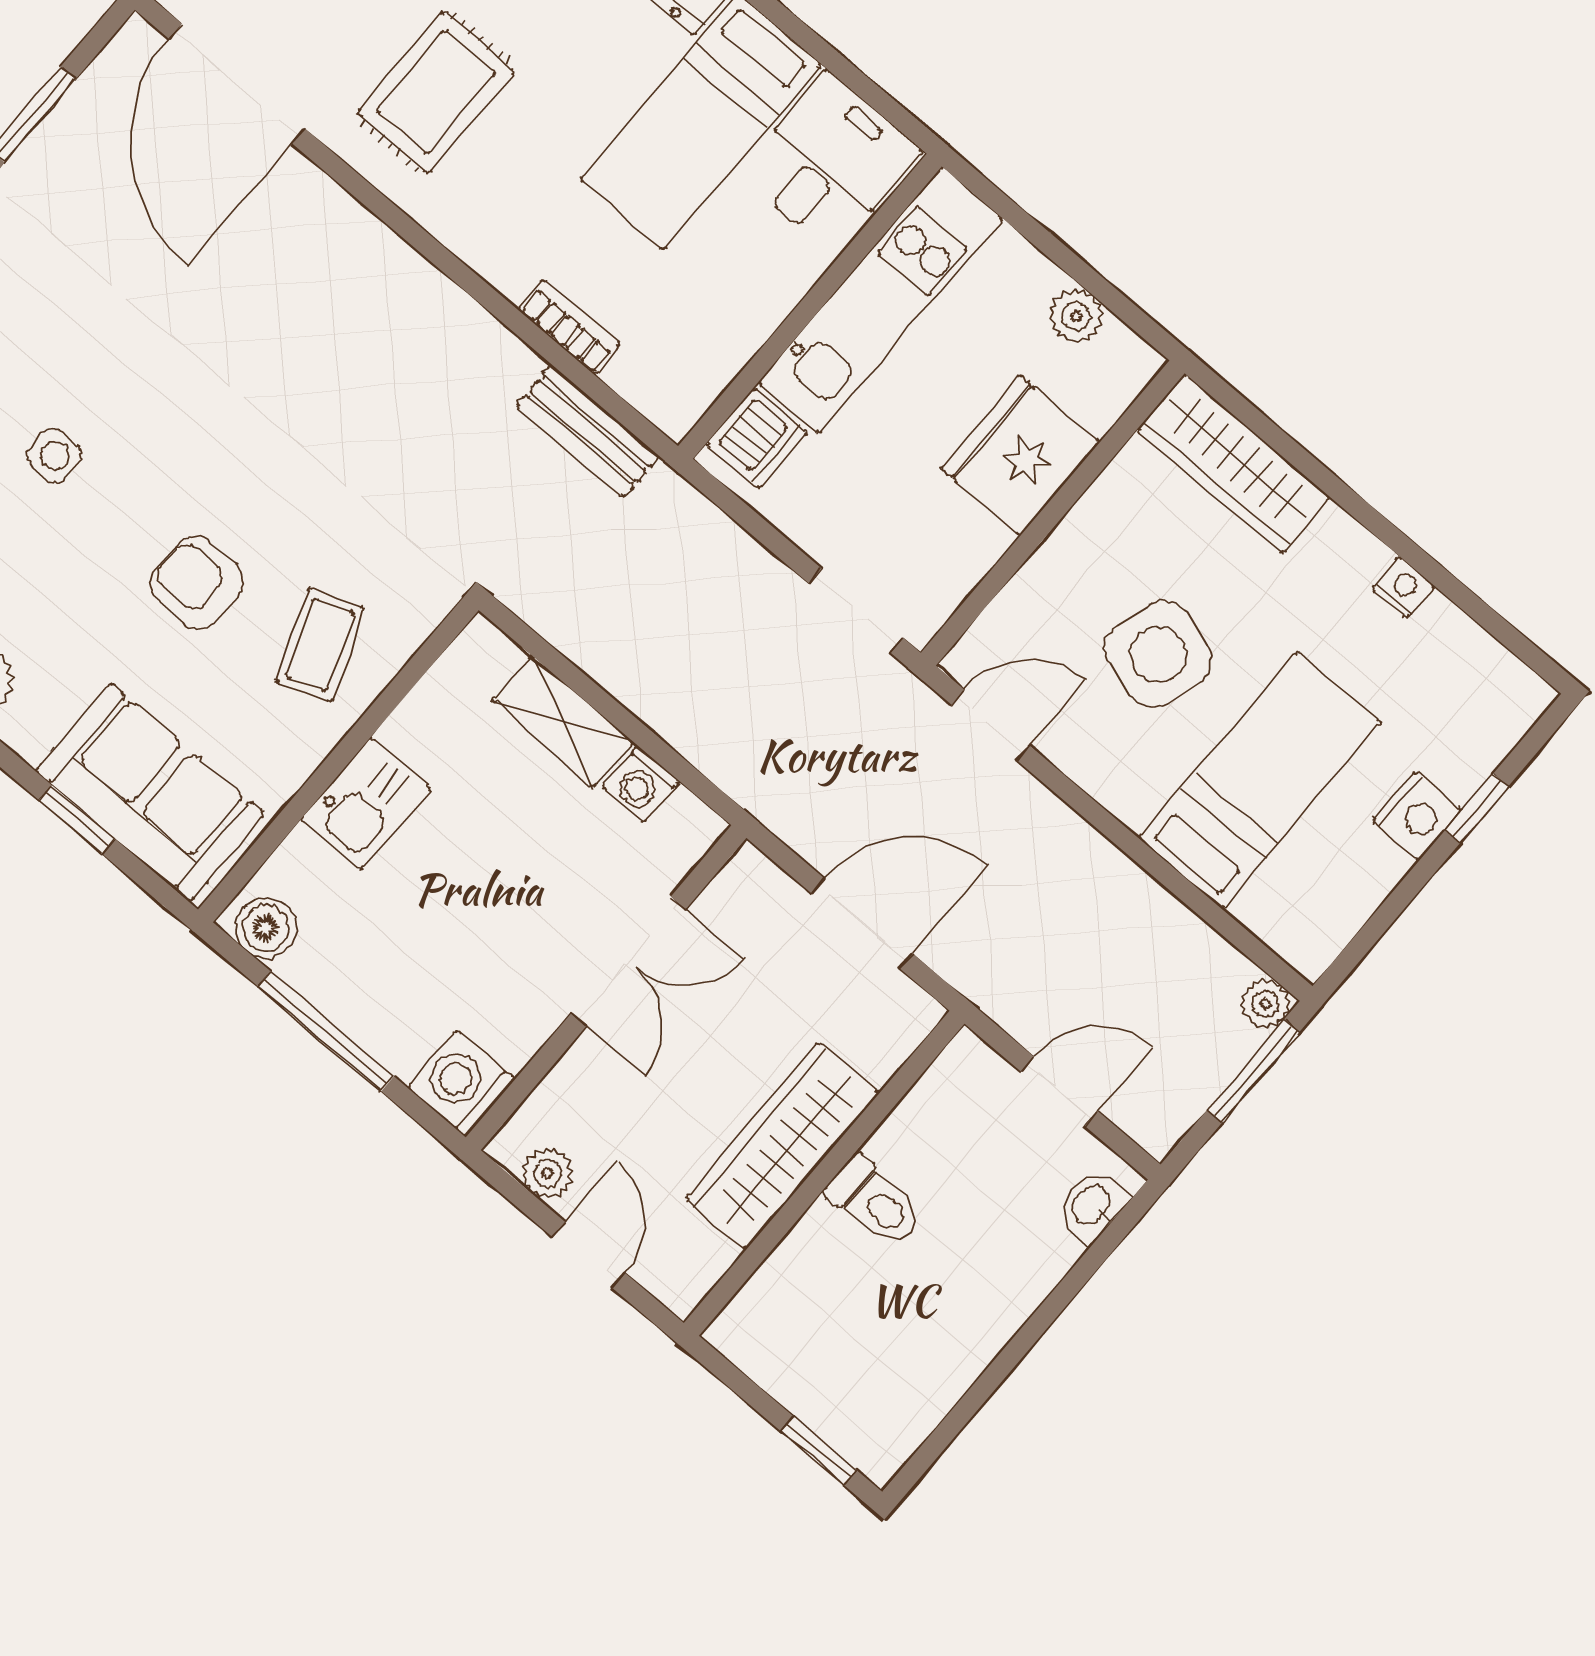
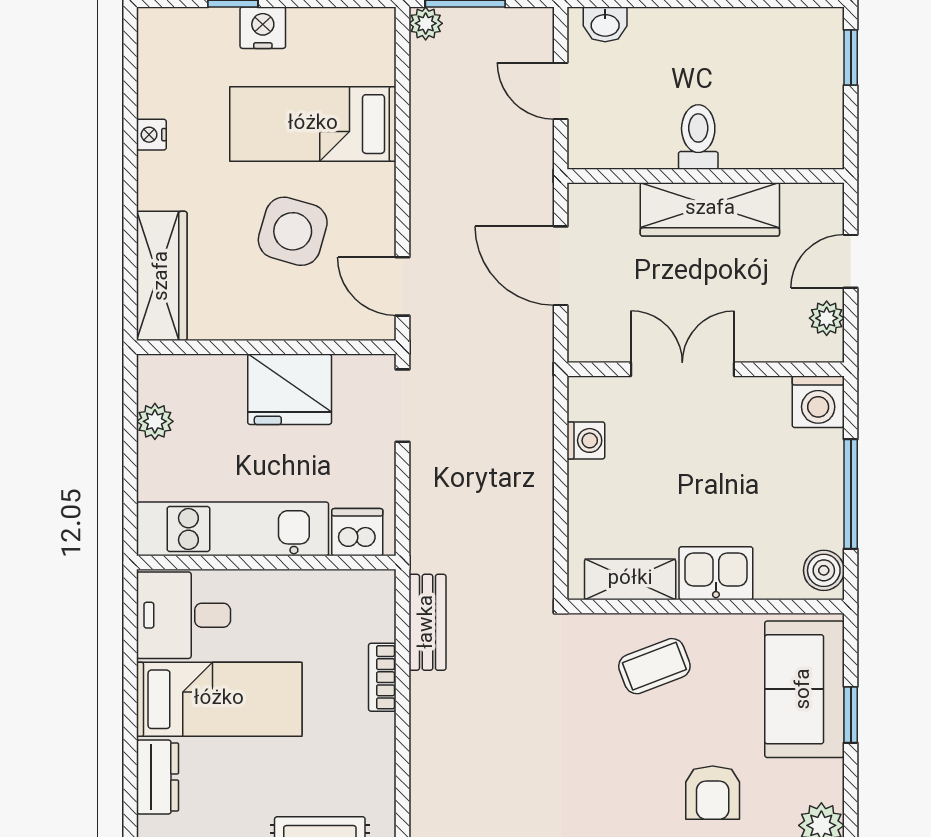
fridge: (1020, 455) -> (290, 389), moved
armchair: (197, 583) -> (713, 793), moved
shelving: (563, 721) -> (630, 579), moved, turned 90

